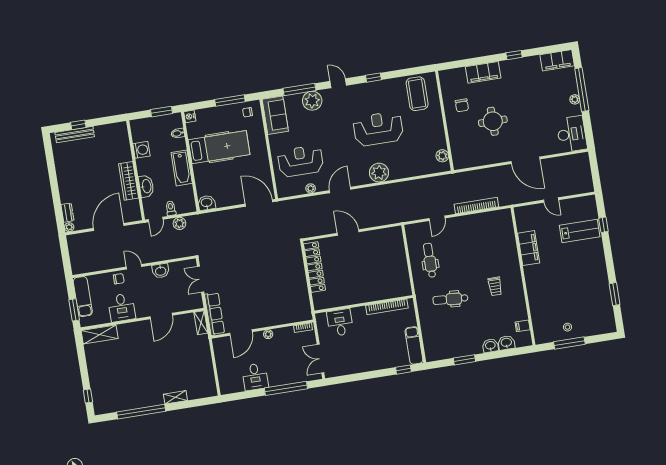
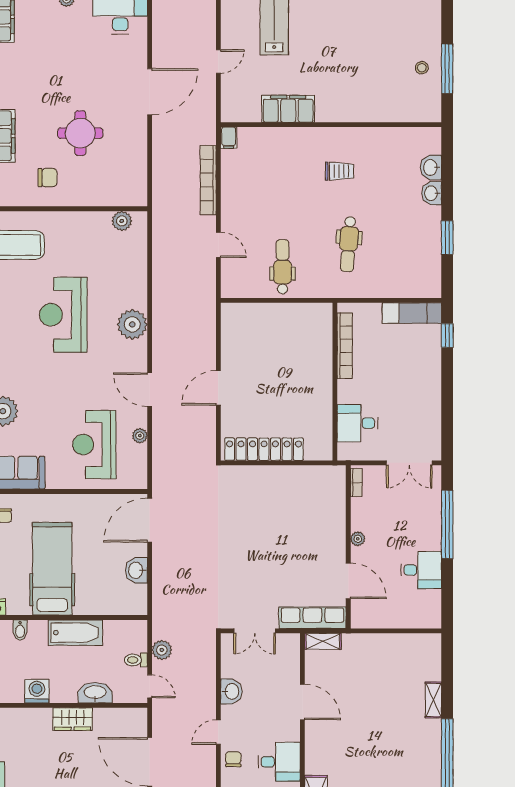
wardrobe: (129, 181) -> (73, 719), width x0.67
washbasin: (207, 203) -> (136, 570), moved
dental chair: (430, 260) -> (283, 267), turned 90
filing cabinet: (523, 326) -> (229, 138), moved

